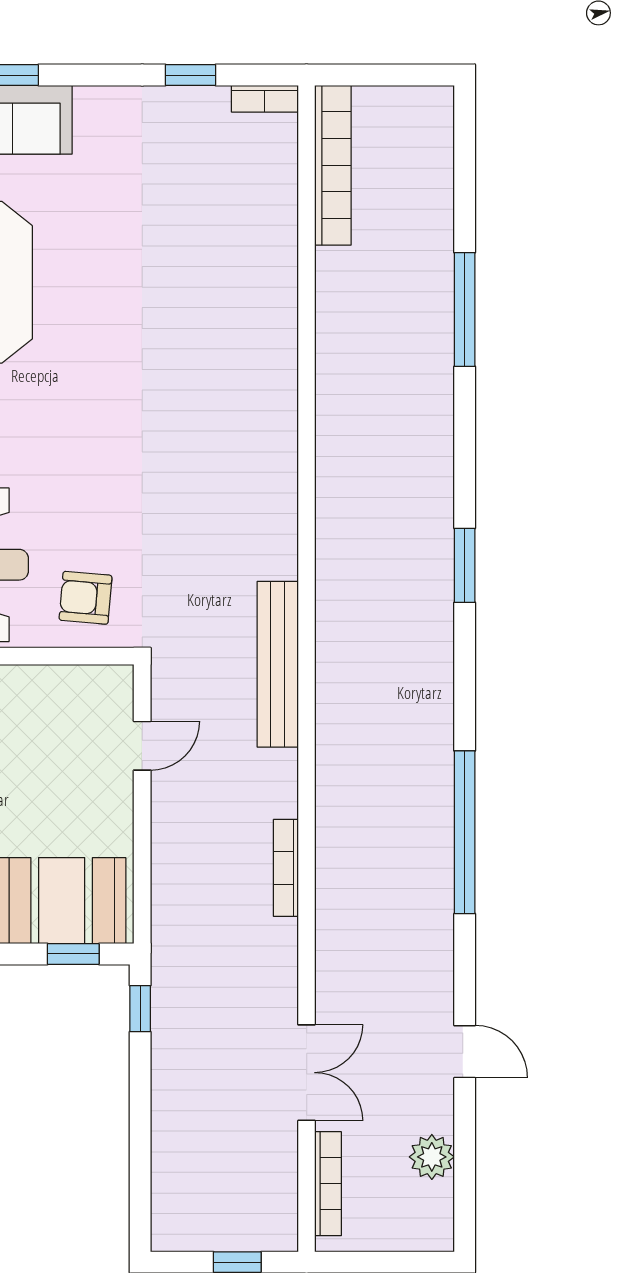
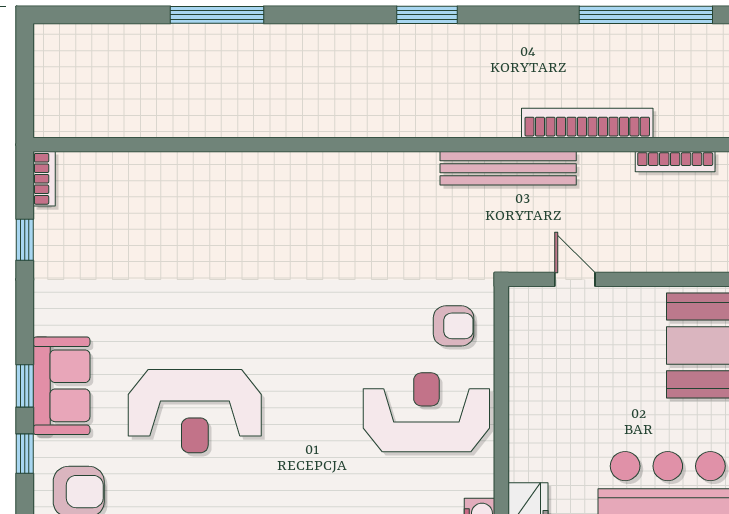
bookcase: (333, 165) -> (587, 123), moved
armchair: (86, 598) -> (454, 326), turned -95

